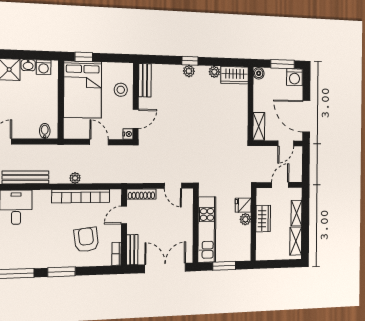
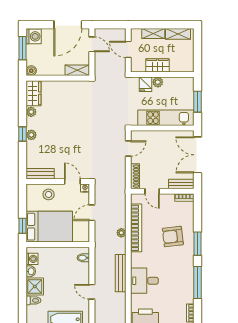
armchair: (86, 240) -> (173, 236), moved

